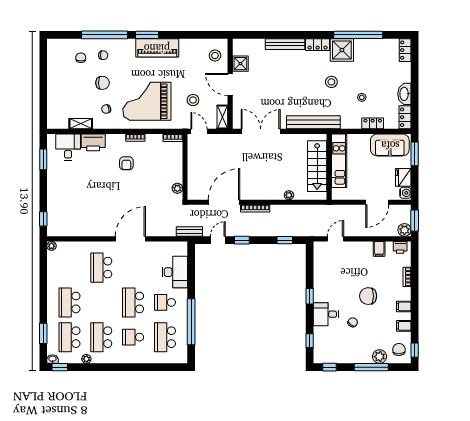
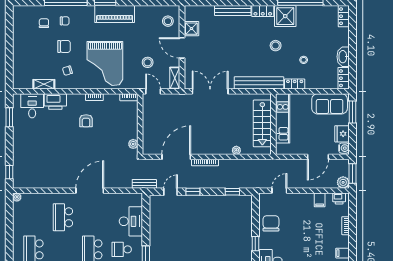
grand piano: (147, 101) -> (105, 64), turned -90
locker: (373, 123) -> (295, 84), moved
chair: (368, 296) -> (271, 223), moved, turned 90

